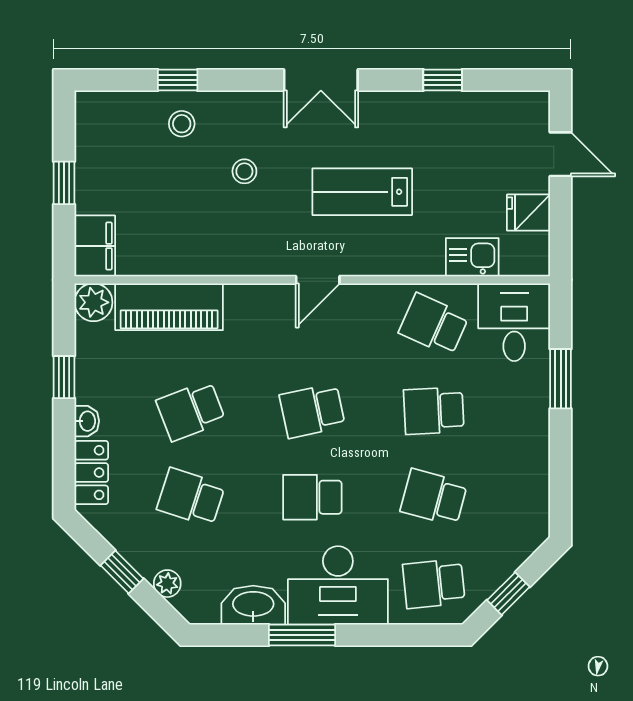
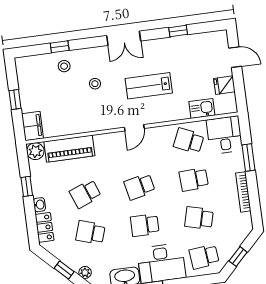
bookcase: (539, 453) -> (243, 192), added

